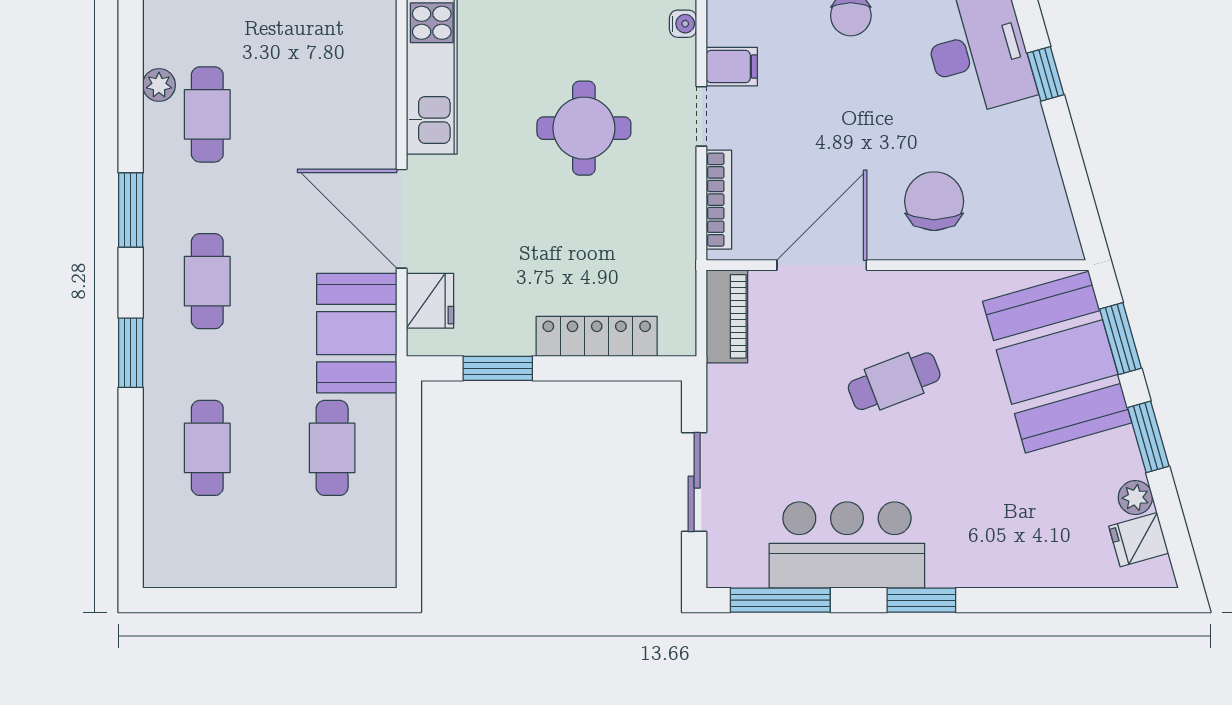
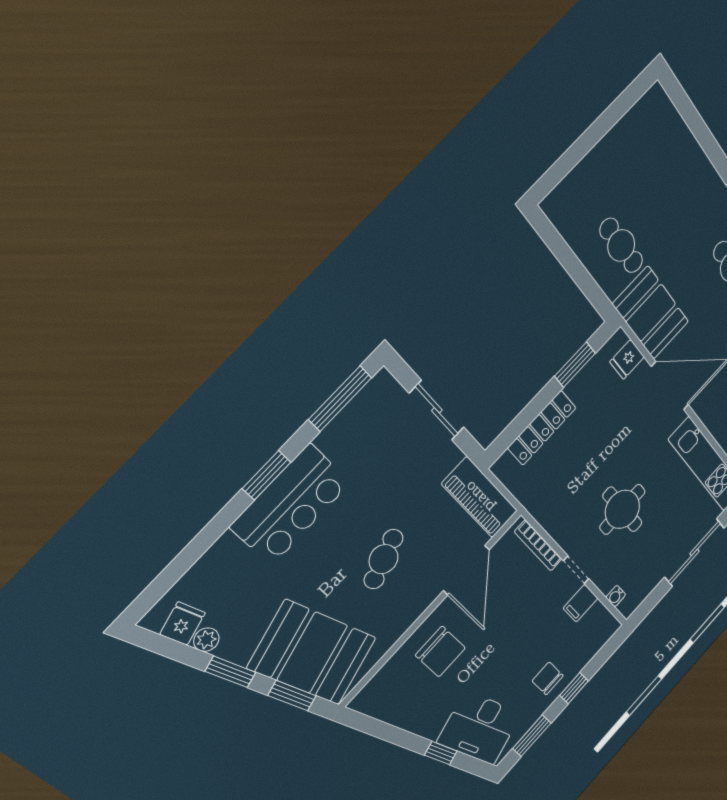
fridge: (430, 301) -> (627, 359), width x0.72
piano: (727, 316) -> (480, 497), width x1.37, depth x1.33
cafe table: (207, 448) -> (678, 185), removed
bar counter: (847, 545) -> (291, 505), moved

